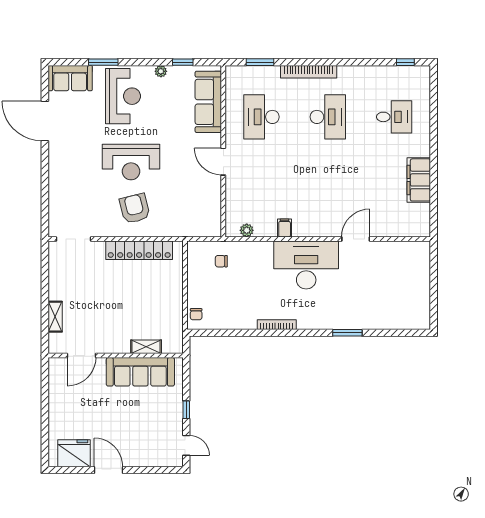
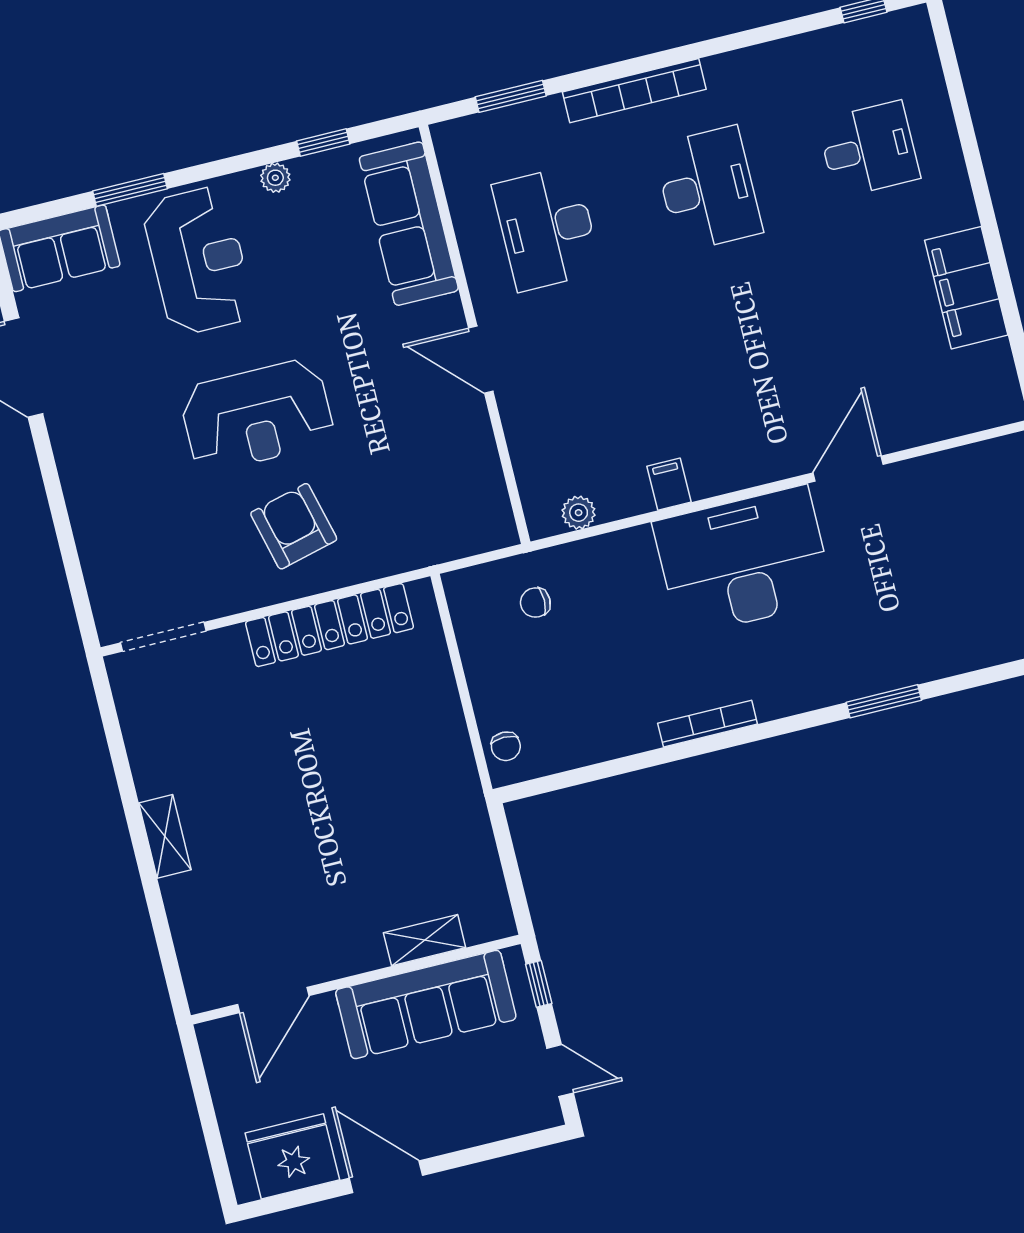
shelving: (146, 347) -> (425, 940), moved
door: (82, 355) -> (273, 1000), moved
wall: (116, 355) -> (356, 980), moved
sofa: (140, 372) -> (426, 1005), moved

